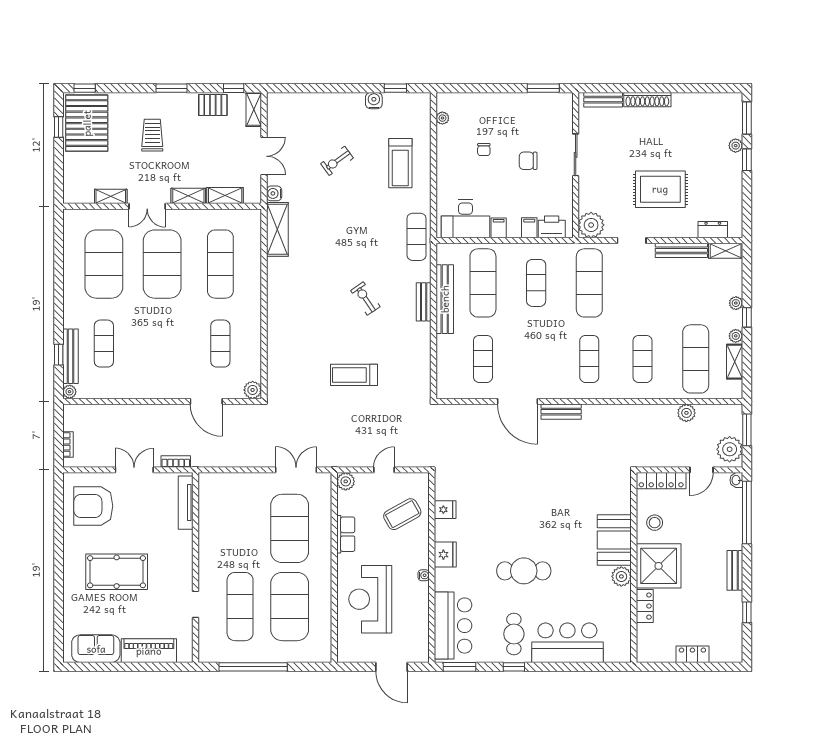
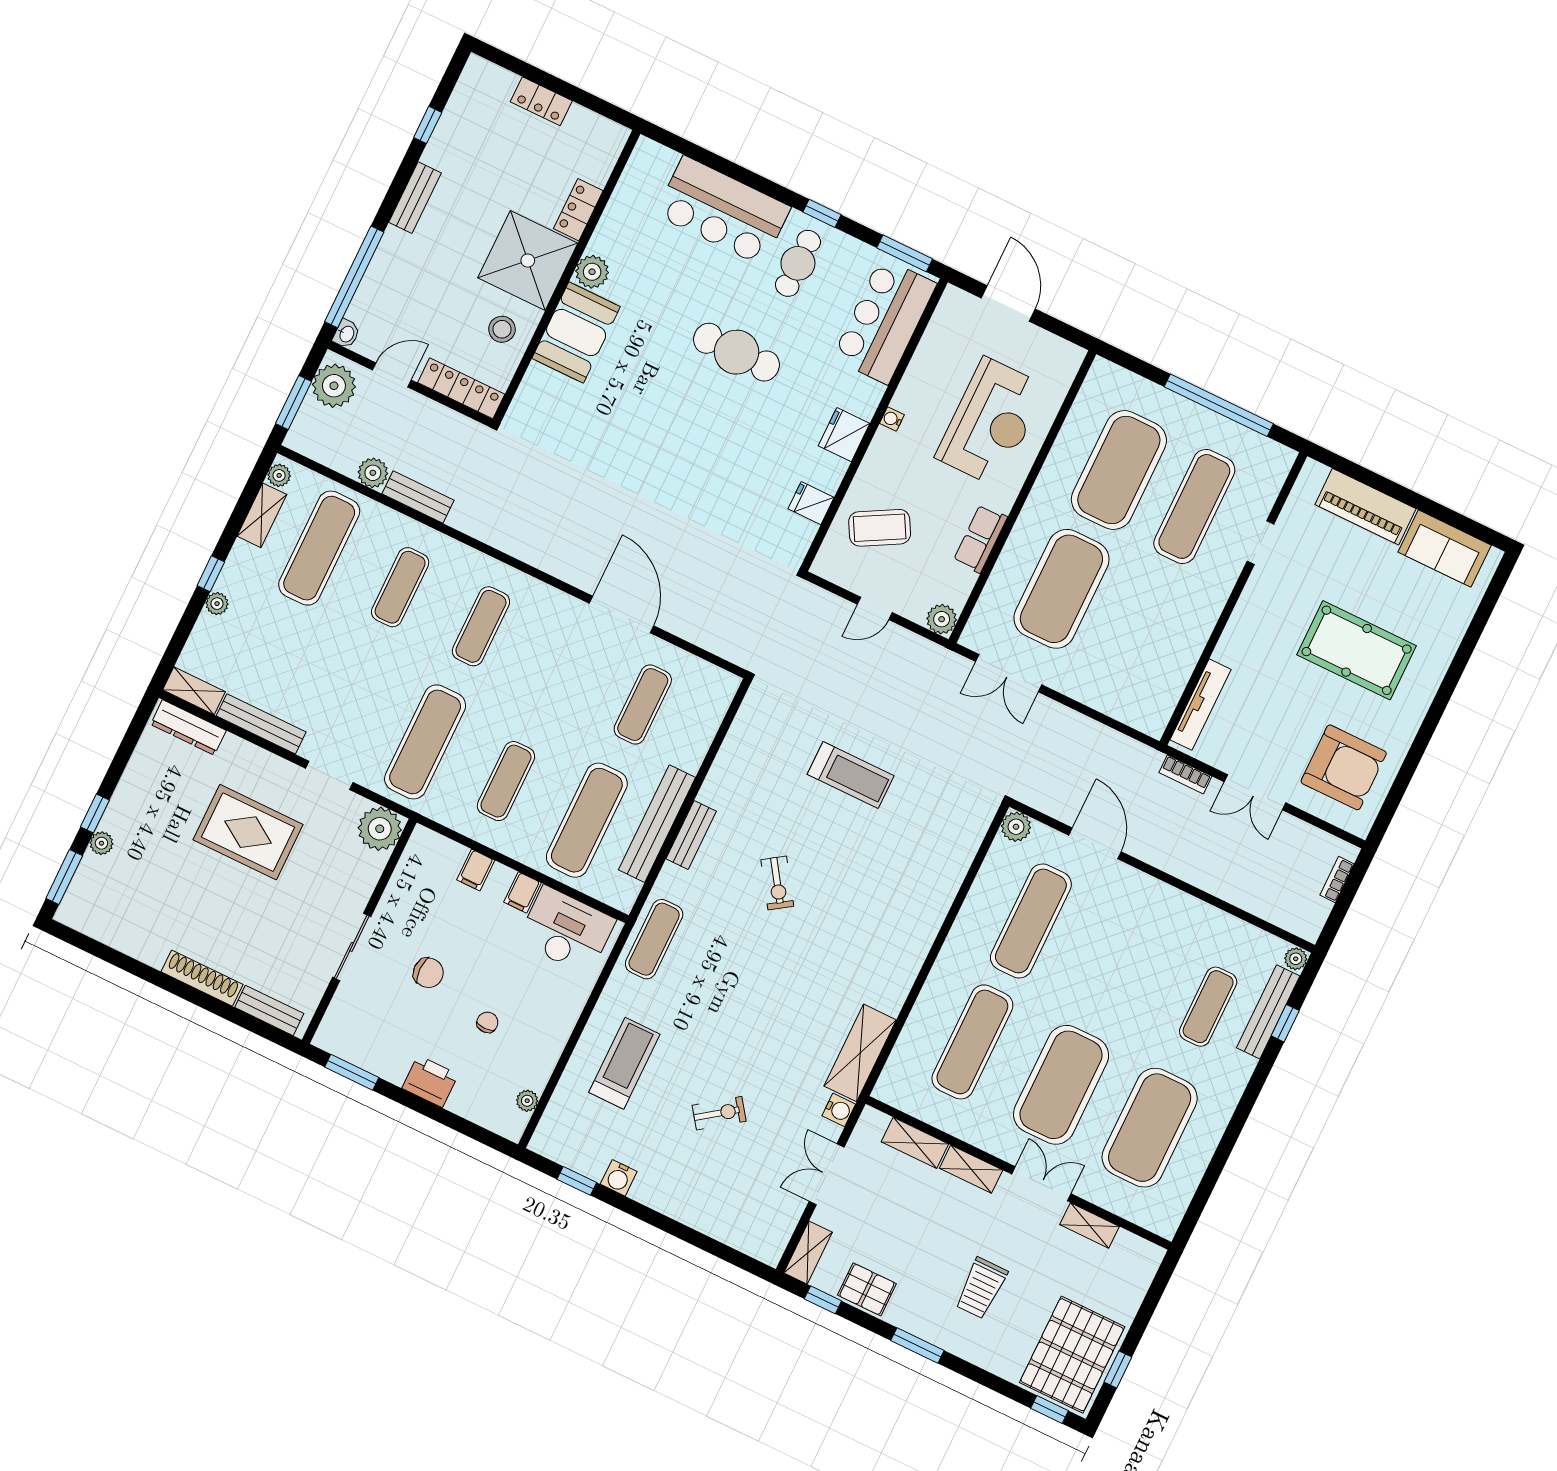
printer: (552, 227) -> (430, 1081), moved, turned 180
dresser: (713, 230) -> (188, 727), width x1.44
plant: (736, 336) -> (279, 475), moved
exercise mat: (220, 344) -> (1031, 921), width x1.36, depth x1.45
bench: (561, 412) -> (418, 497), moved

